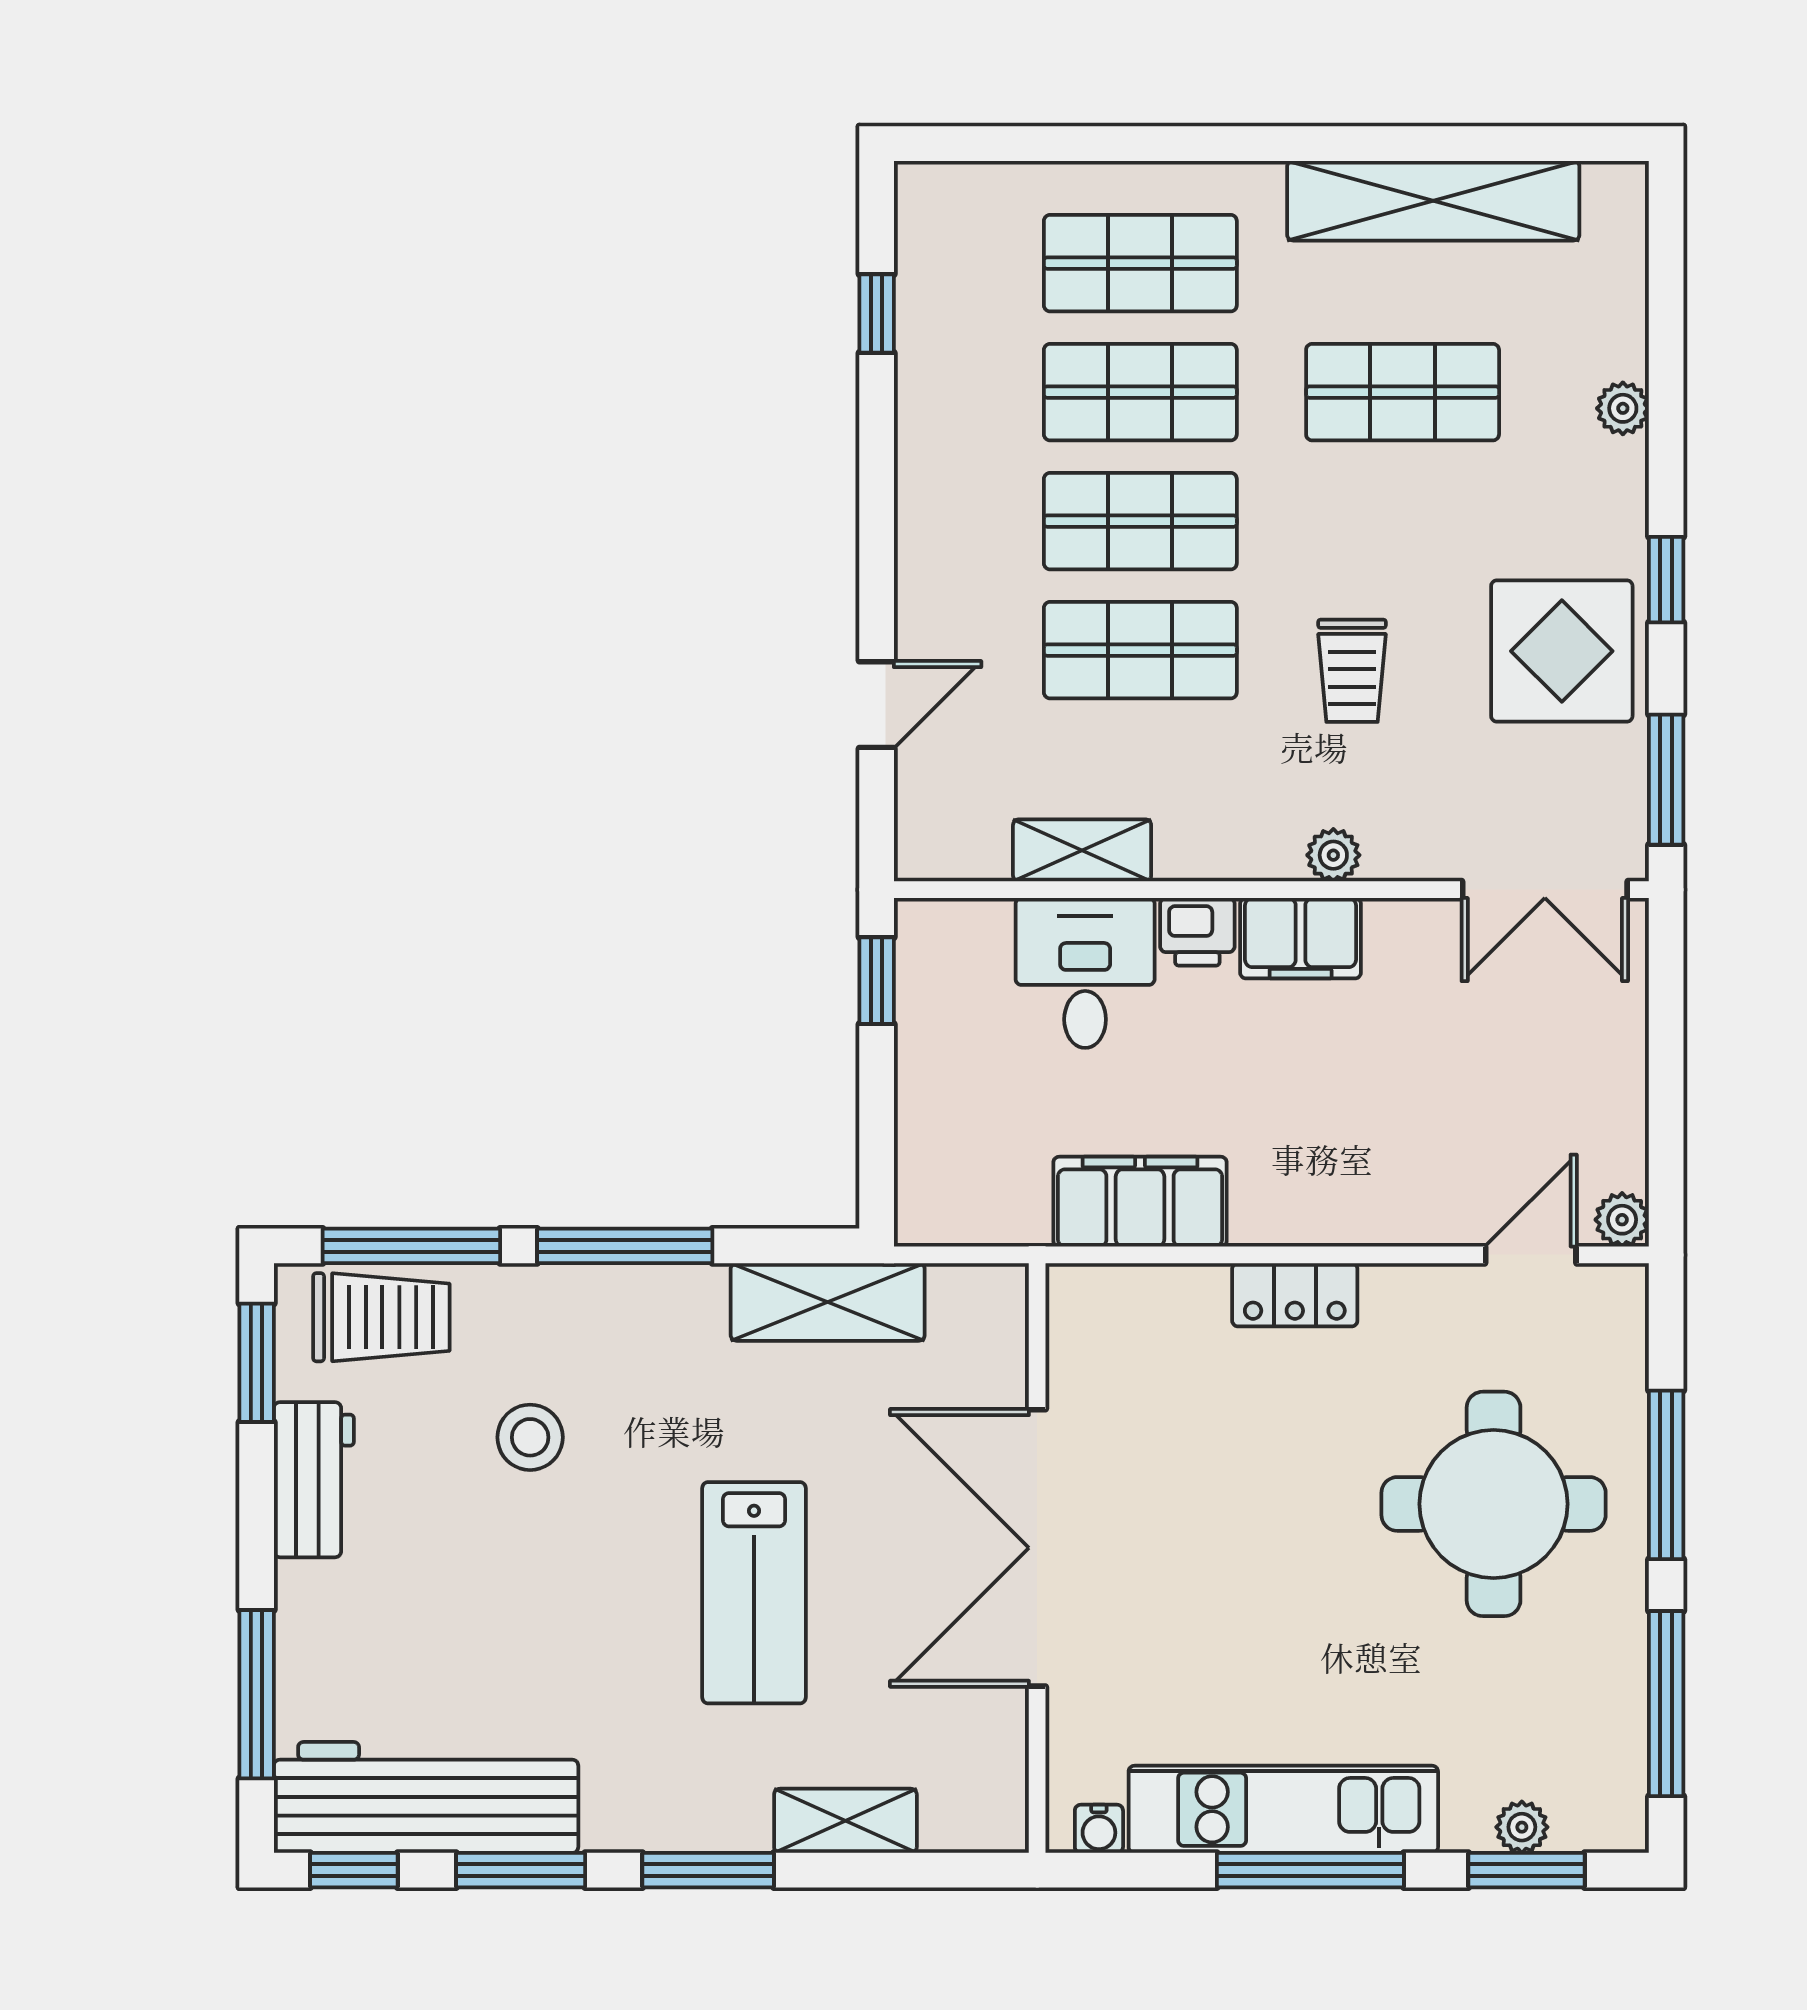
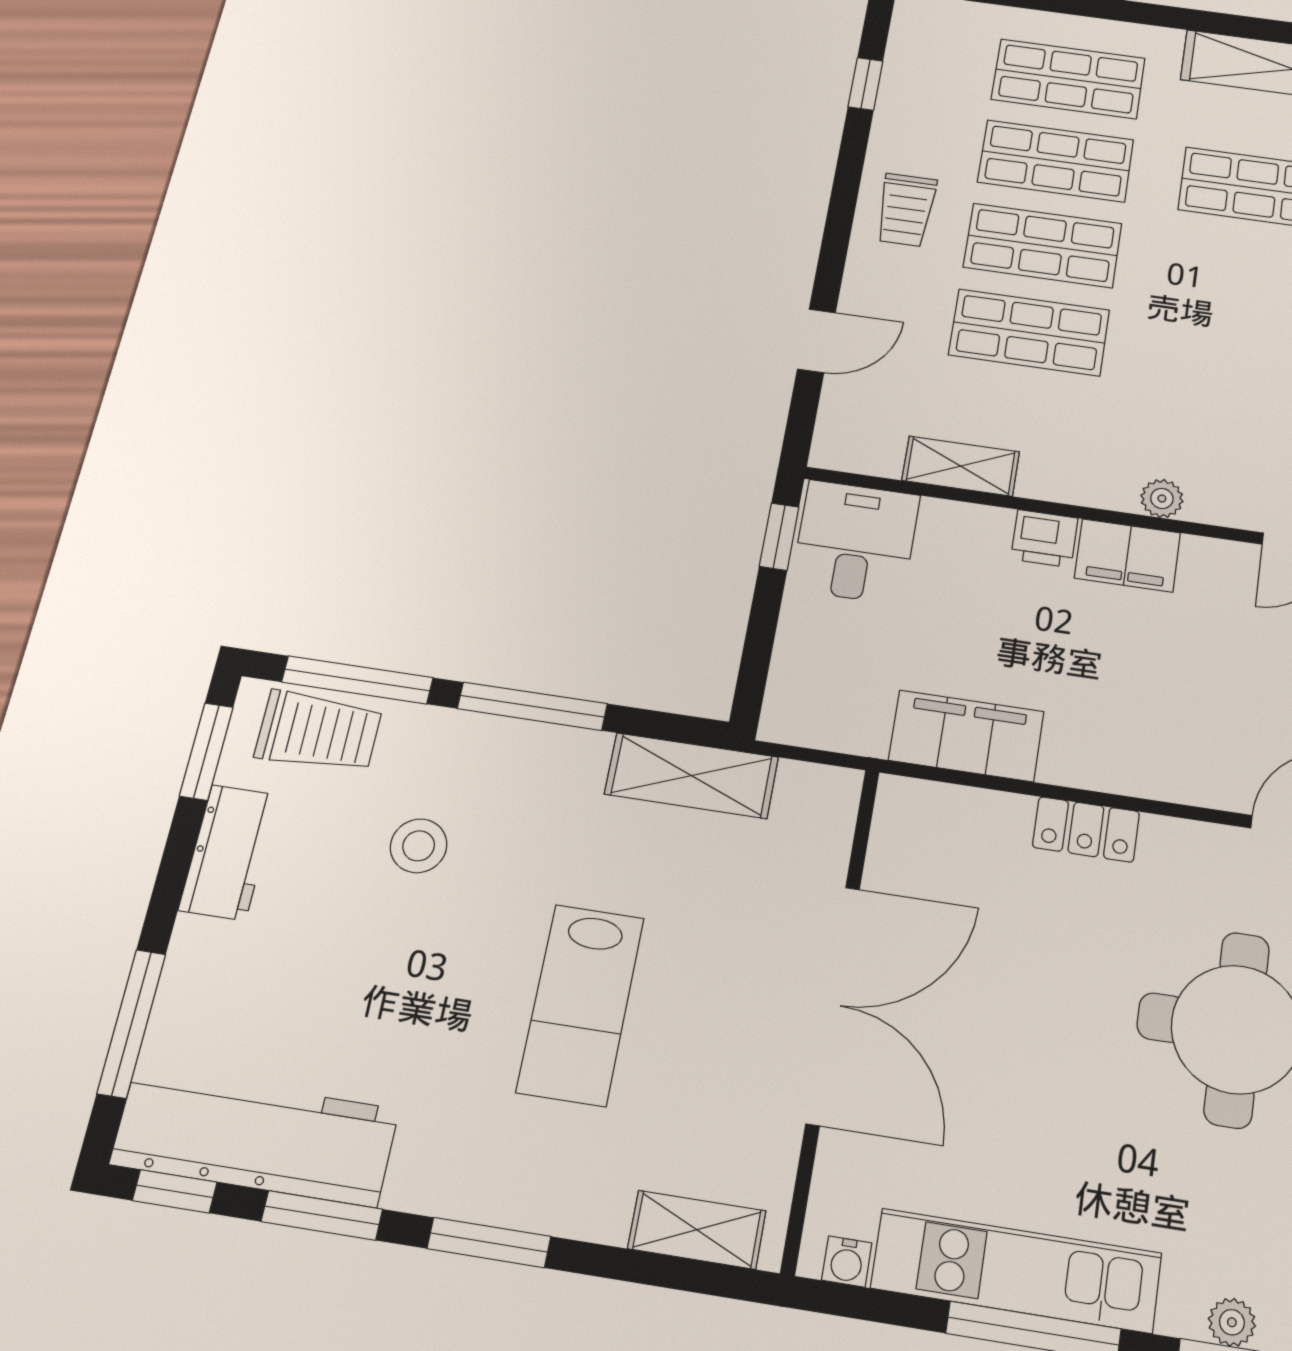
trolley: (1352, 671) -> (906, 210), moved
desk: (1085, 973) -> (855, 542), moved
double door: (1037, 1548) -> (833, 1005), swing flipped
shelving: (845, 1821) -> (697, 1230), moved

